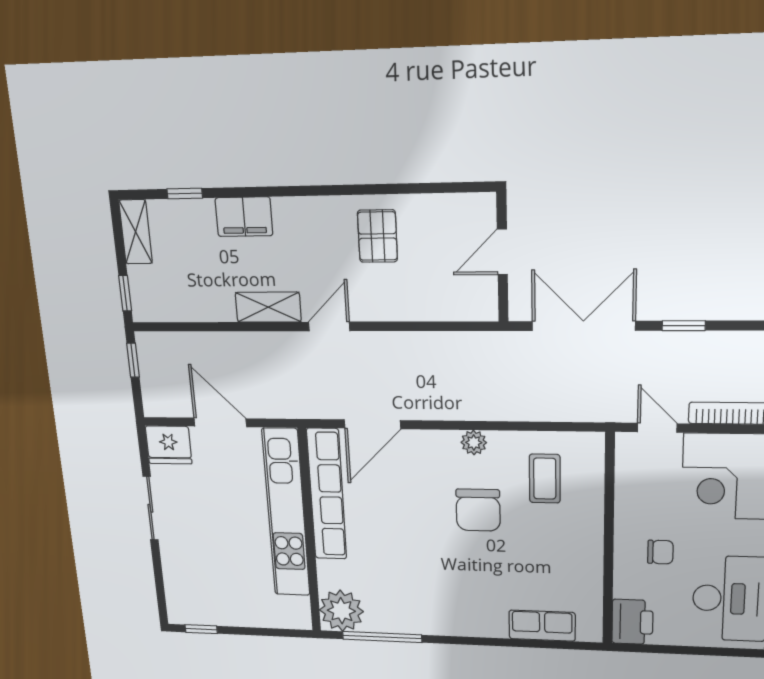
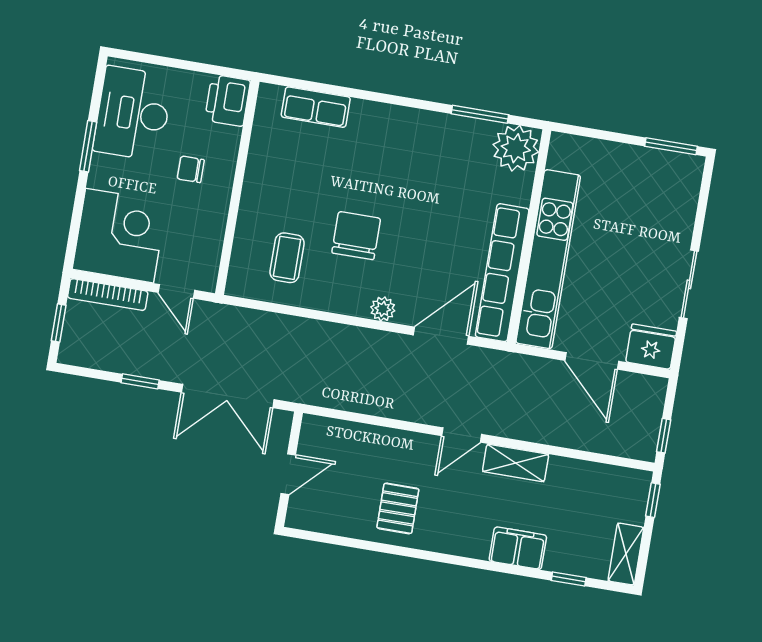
plant: (474, 443) -> (383, 309), moved
window: (201, 629) -> (671, 146), width x1.50
window: (382, 637) -> (480, 114), width x0.69

